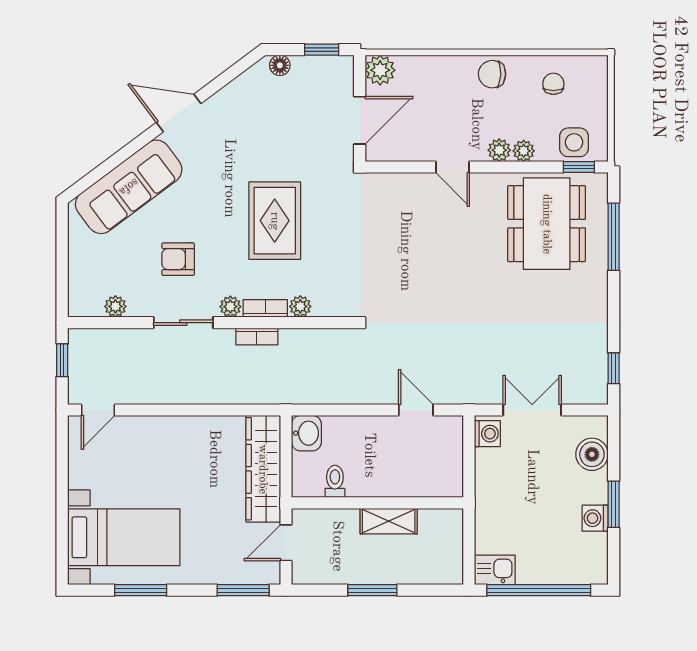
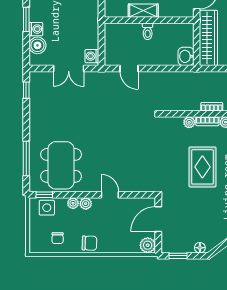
toilet: (335, 481) -> (148, 31), moved
washing machine: (595, 518) -> (36, 29), moved

